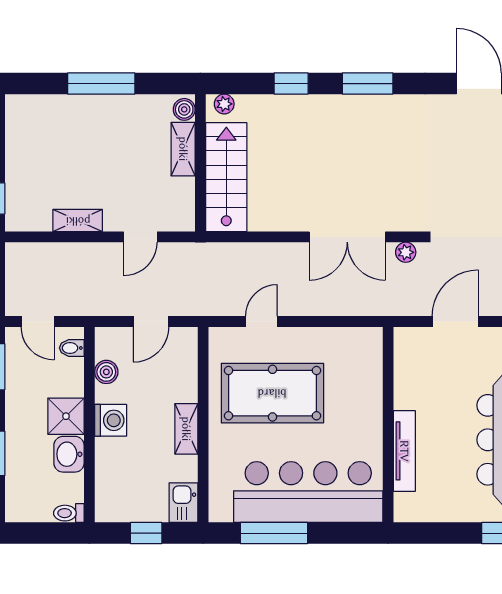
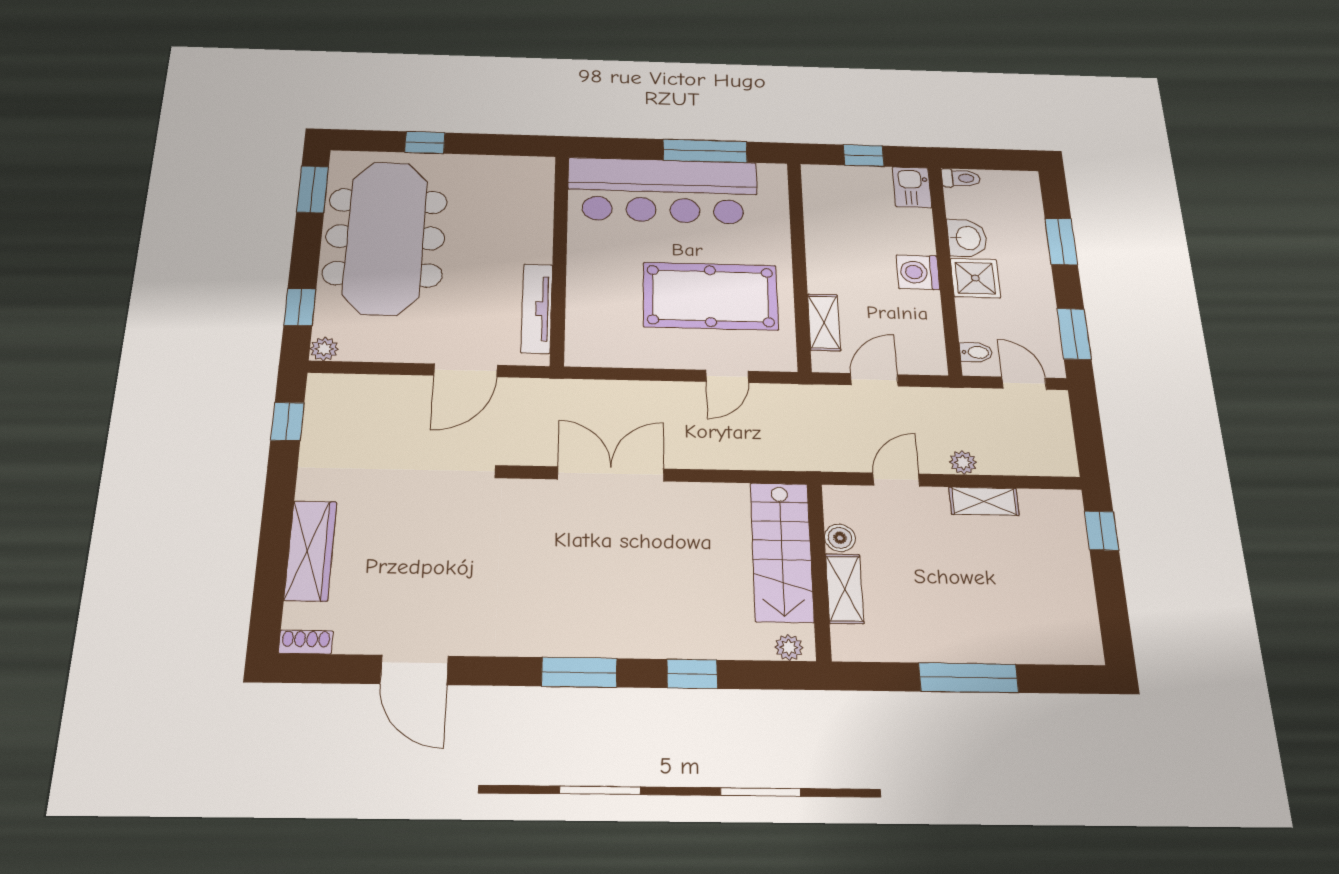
boiler: (184, 109) -> (840, 538), moved
plant: (406, 252) -> (963, 462), moved
boiler: (106, 372) -> (928, 325), removed
shelving: (186, 429) -> (824, 322), moved
tv unit: (404, 451) -> (537, 308), moved
kitchen sink: (183, 503) -> (912, 187), moved, turned 180

